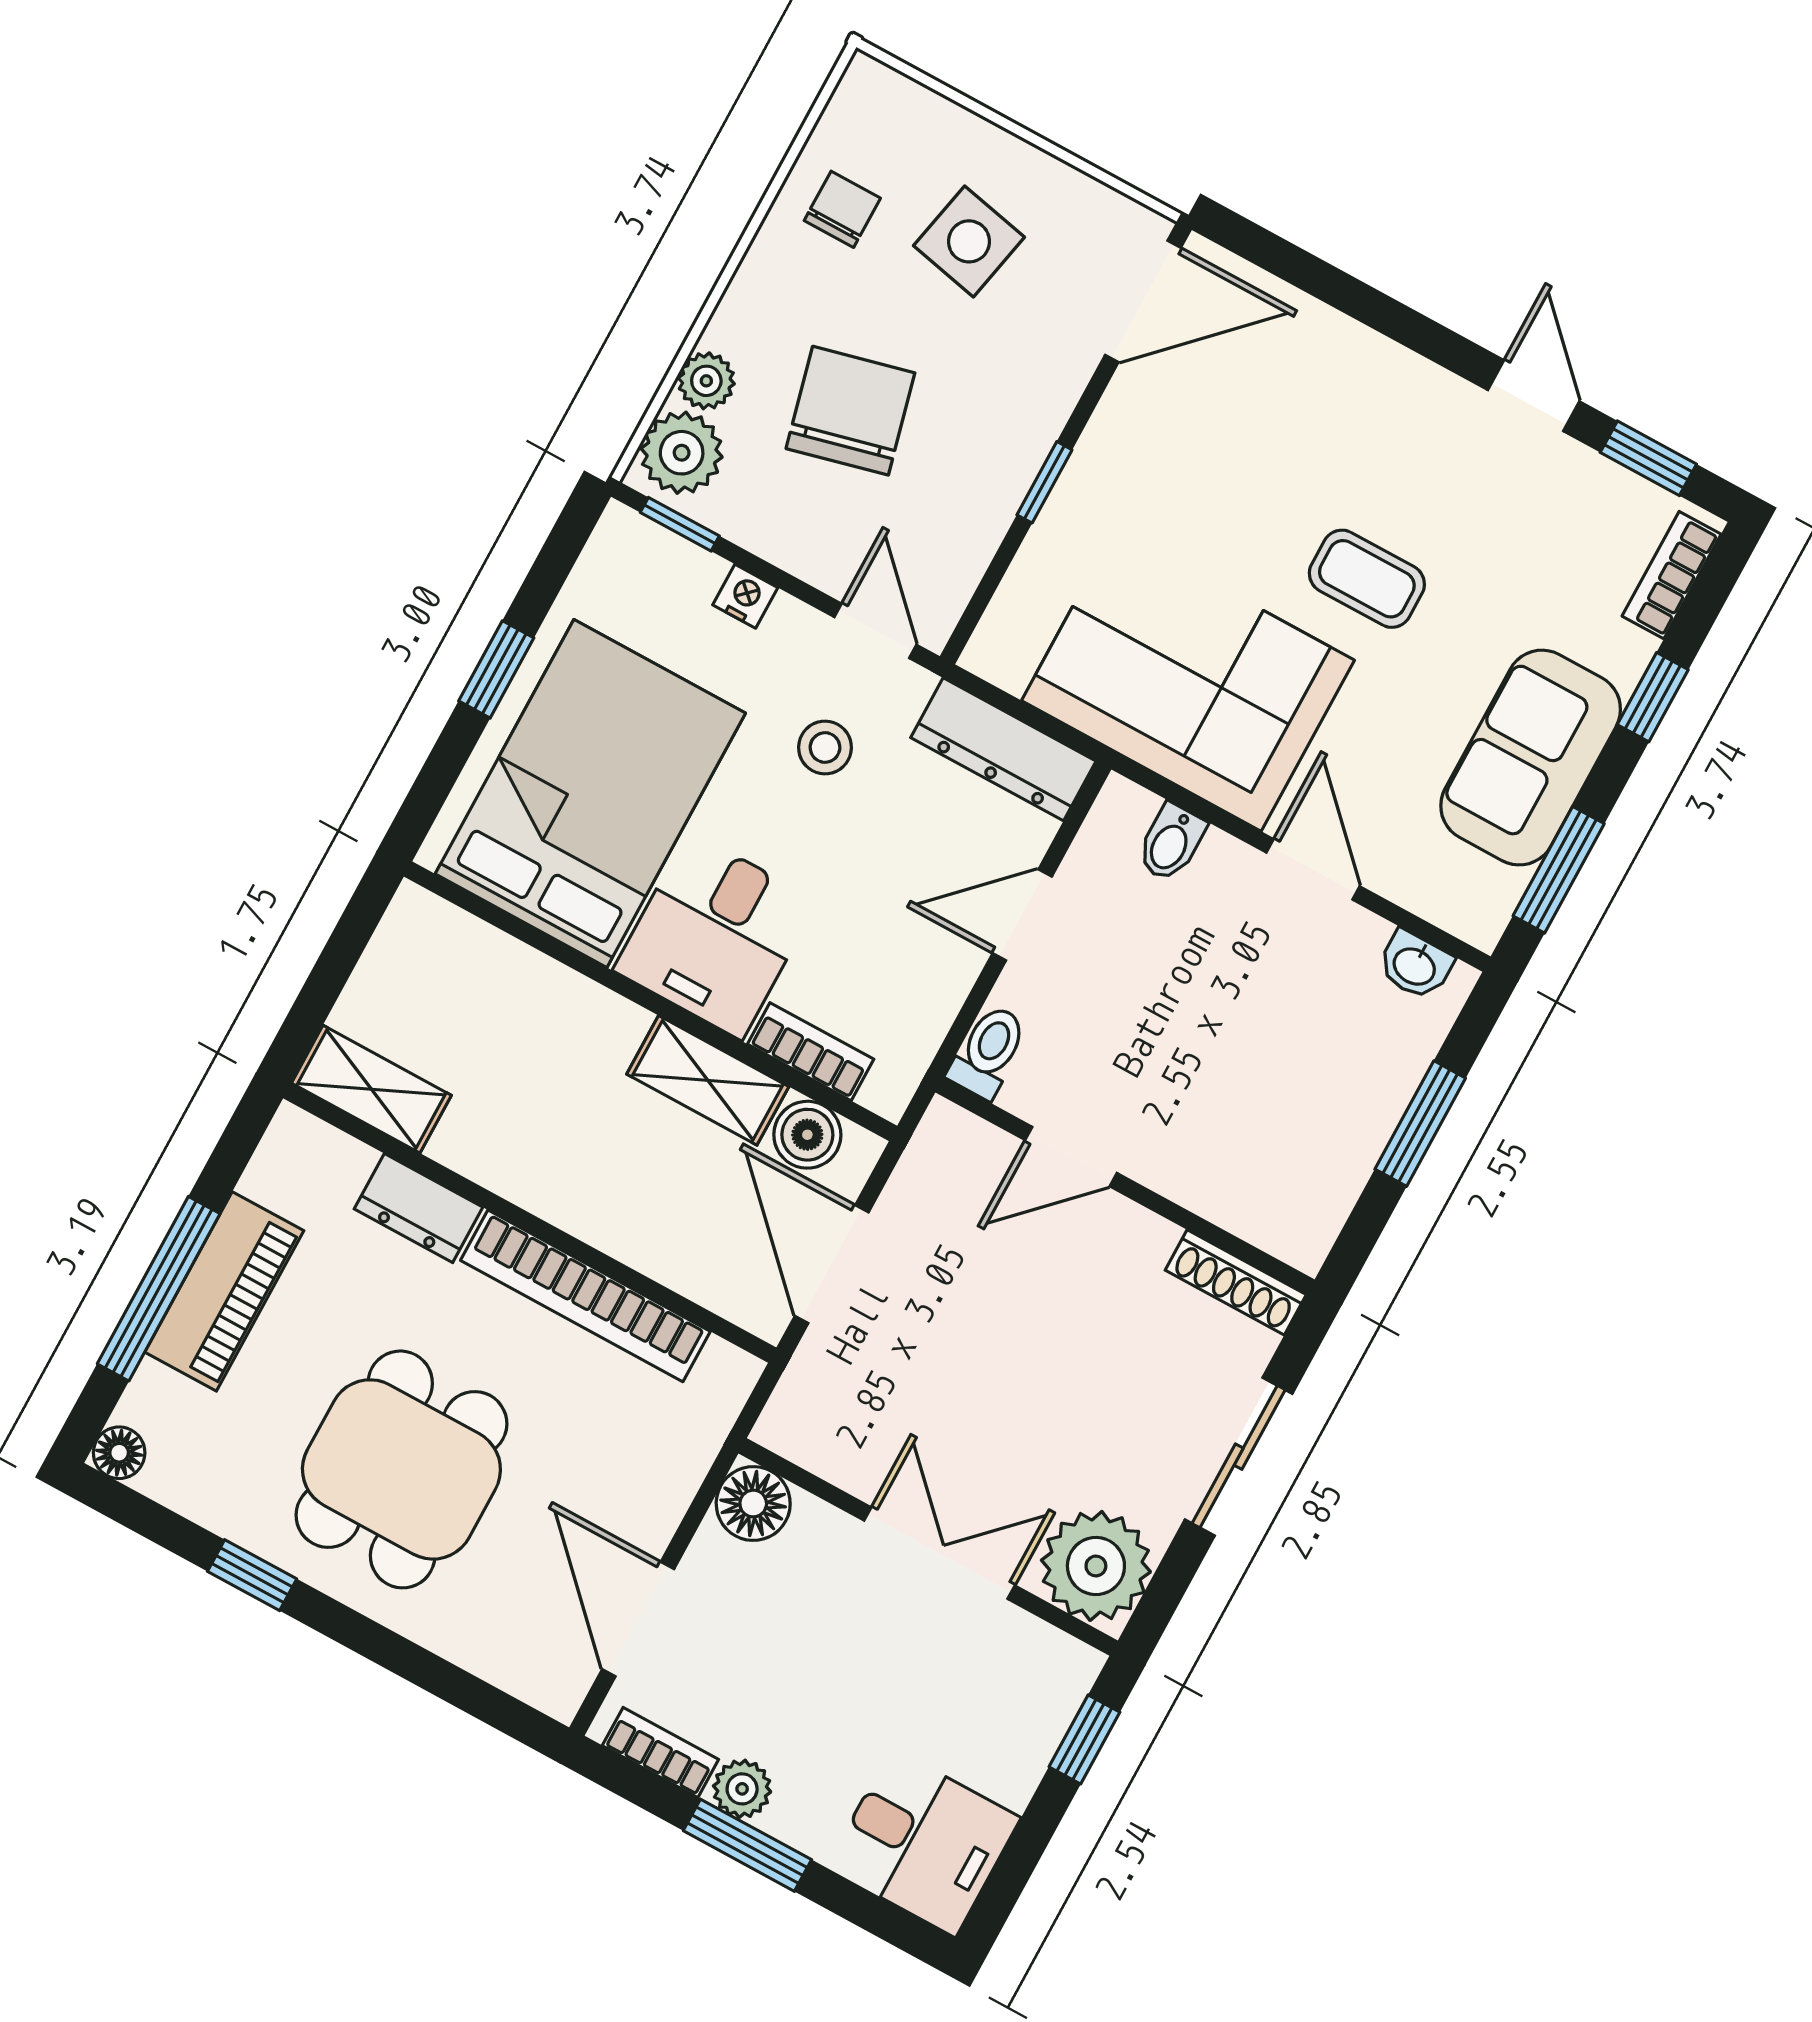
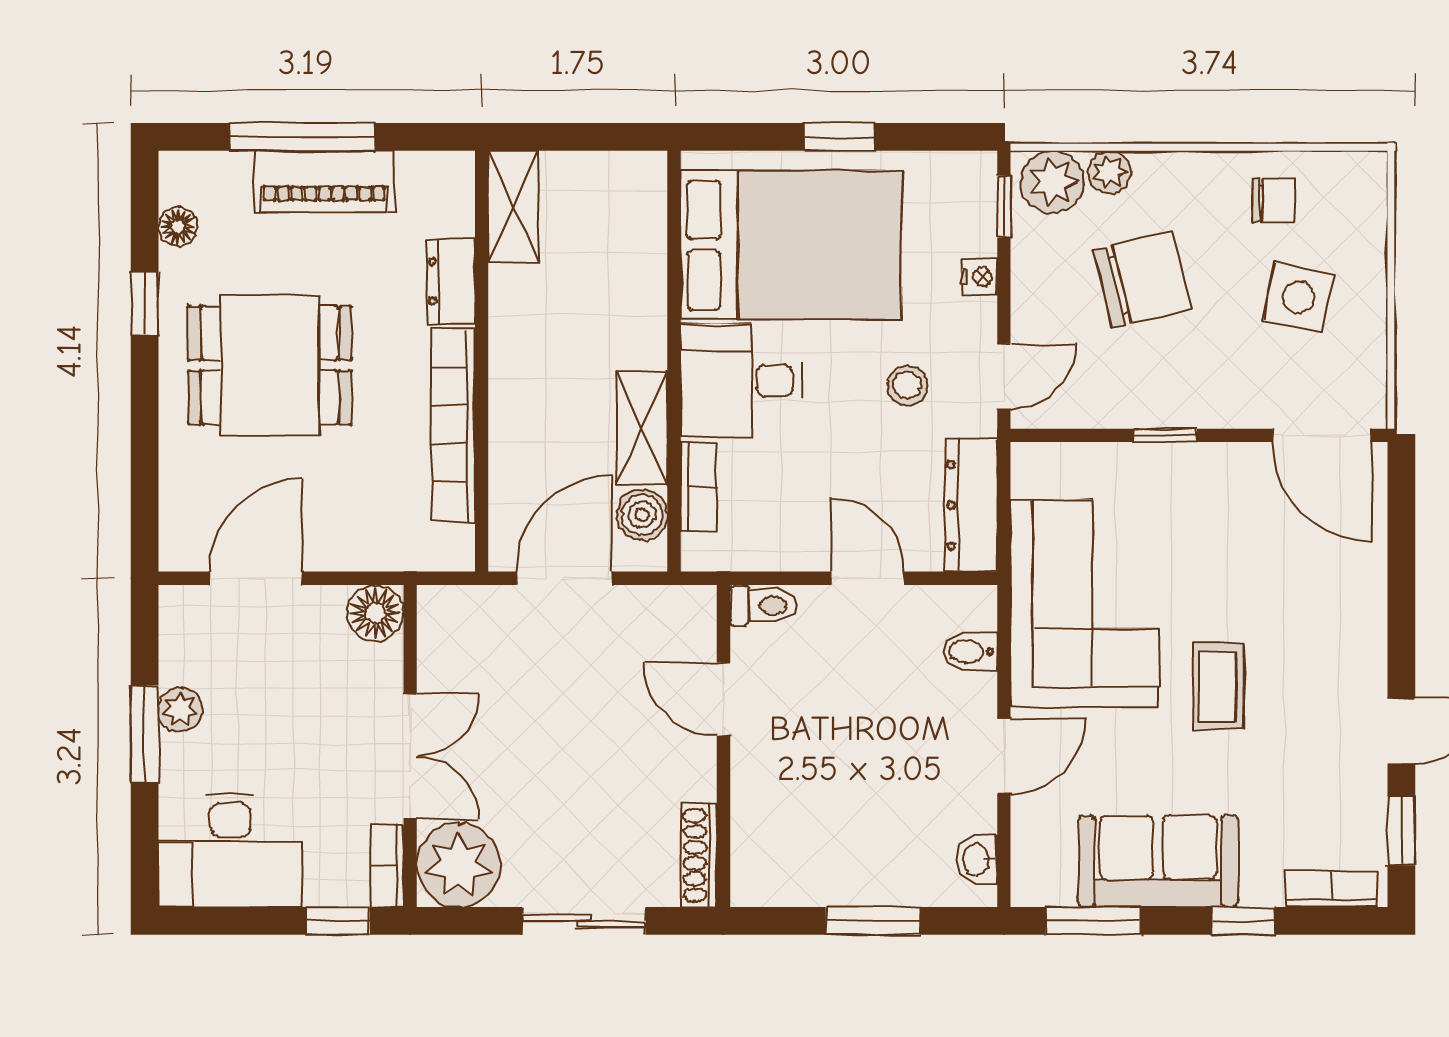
floor lamp: (119, 1453) -> (178, 227), moved
bookcase: (660, 1752) -> (387, 866), moved, turned 180
desk: (923, 1842) -> (230, 851), width x1.37

